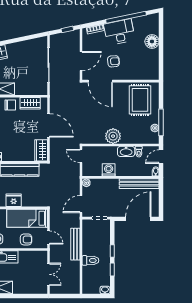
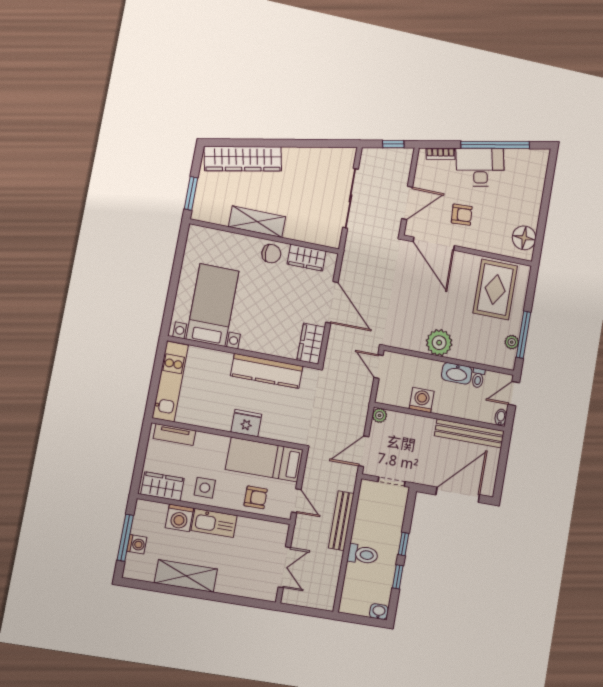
floor lamp: (152, 41) -> (524, 238), moved

